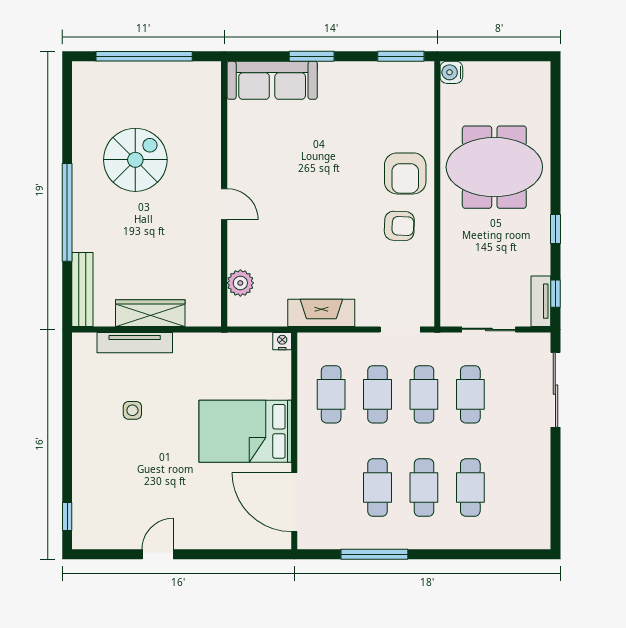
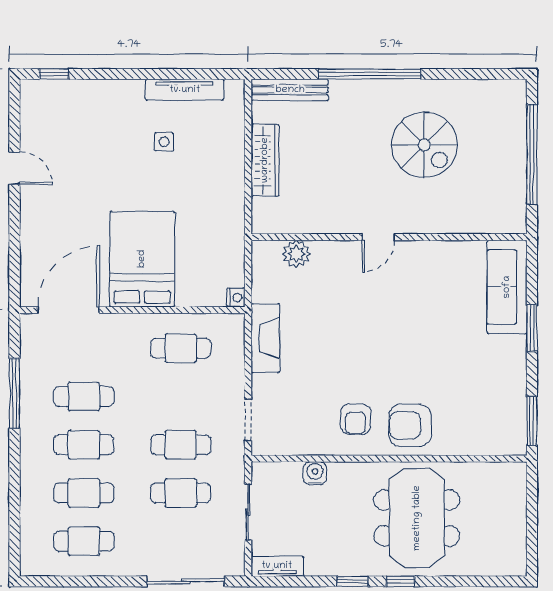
water cooler: (451, 72) -> (315, 473), moved
window: (555, 294) -> (401, 581), moved
tv unit: (135, 343) -> (185, 90), moved, turned -90
cafe table: (378, 394) -> (84, 541), moved

